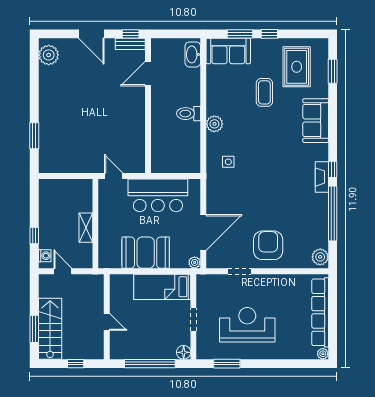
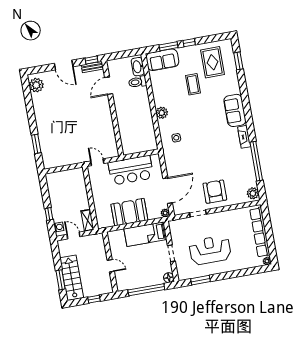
toilet: (189, 114) -> (137, 82), moved
sofa: (316, 121) -> (235, 110), moved
window: (333, 169) -> (251, 130), removed
shelving: (86, 228) -> (87, 220), moved

